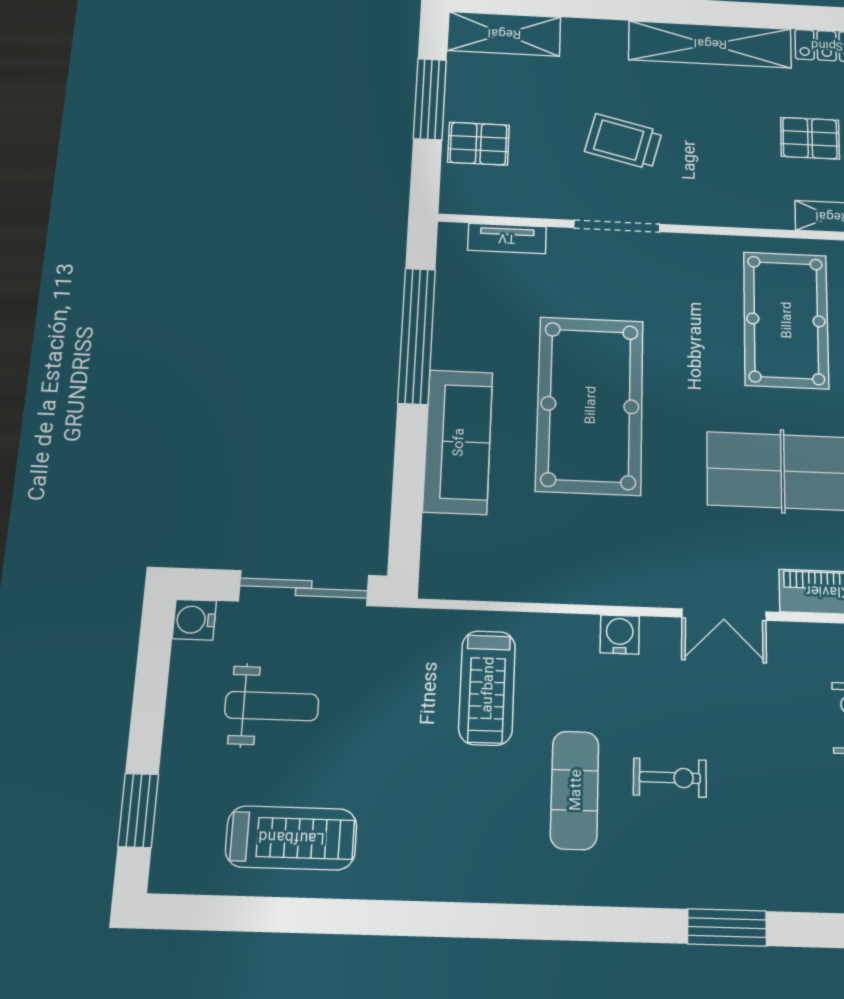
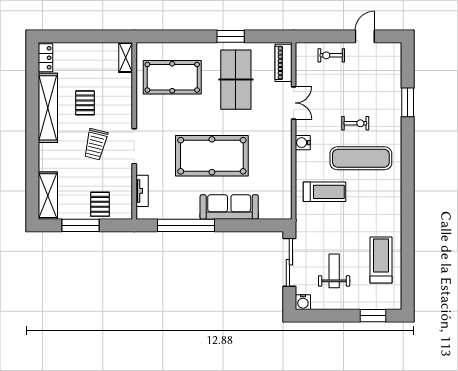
pallet: (810, 138) -> (85, 103), moved
exercise bike: (670, 778) -> (355, 123), turned 90
exercise mat: (575, 790) -> (361, 158), width x1.36, depth x1.45

